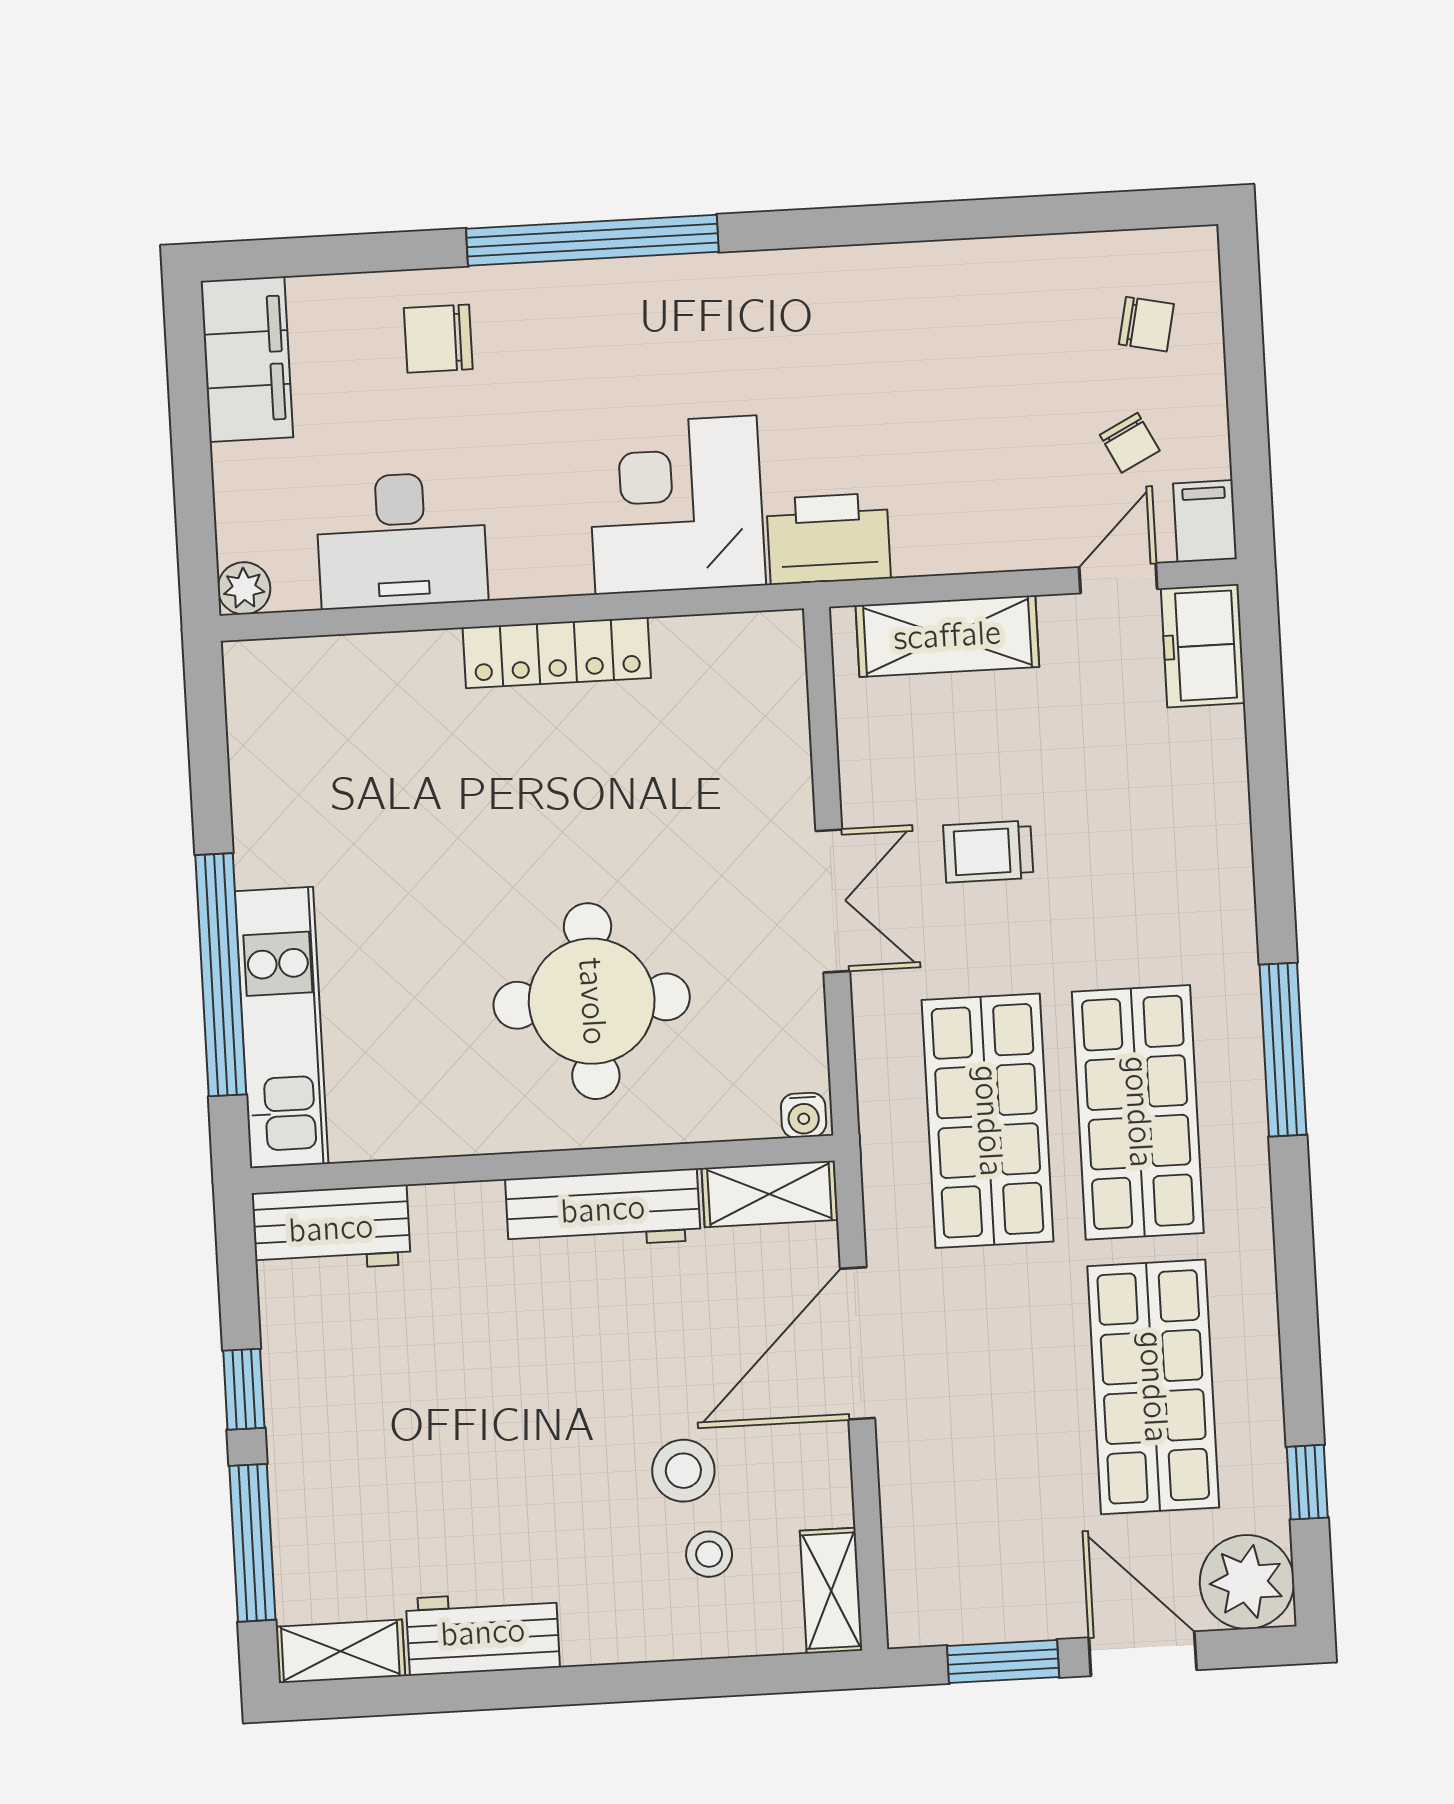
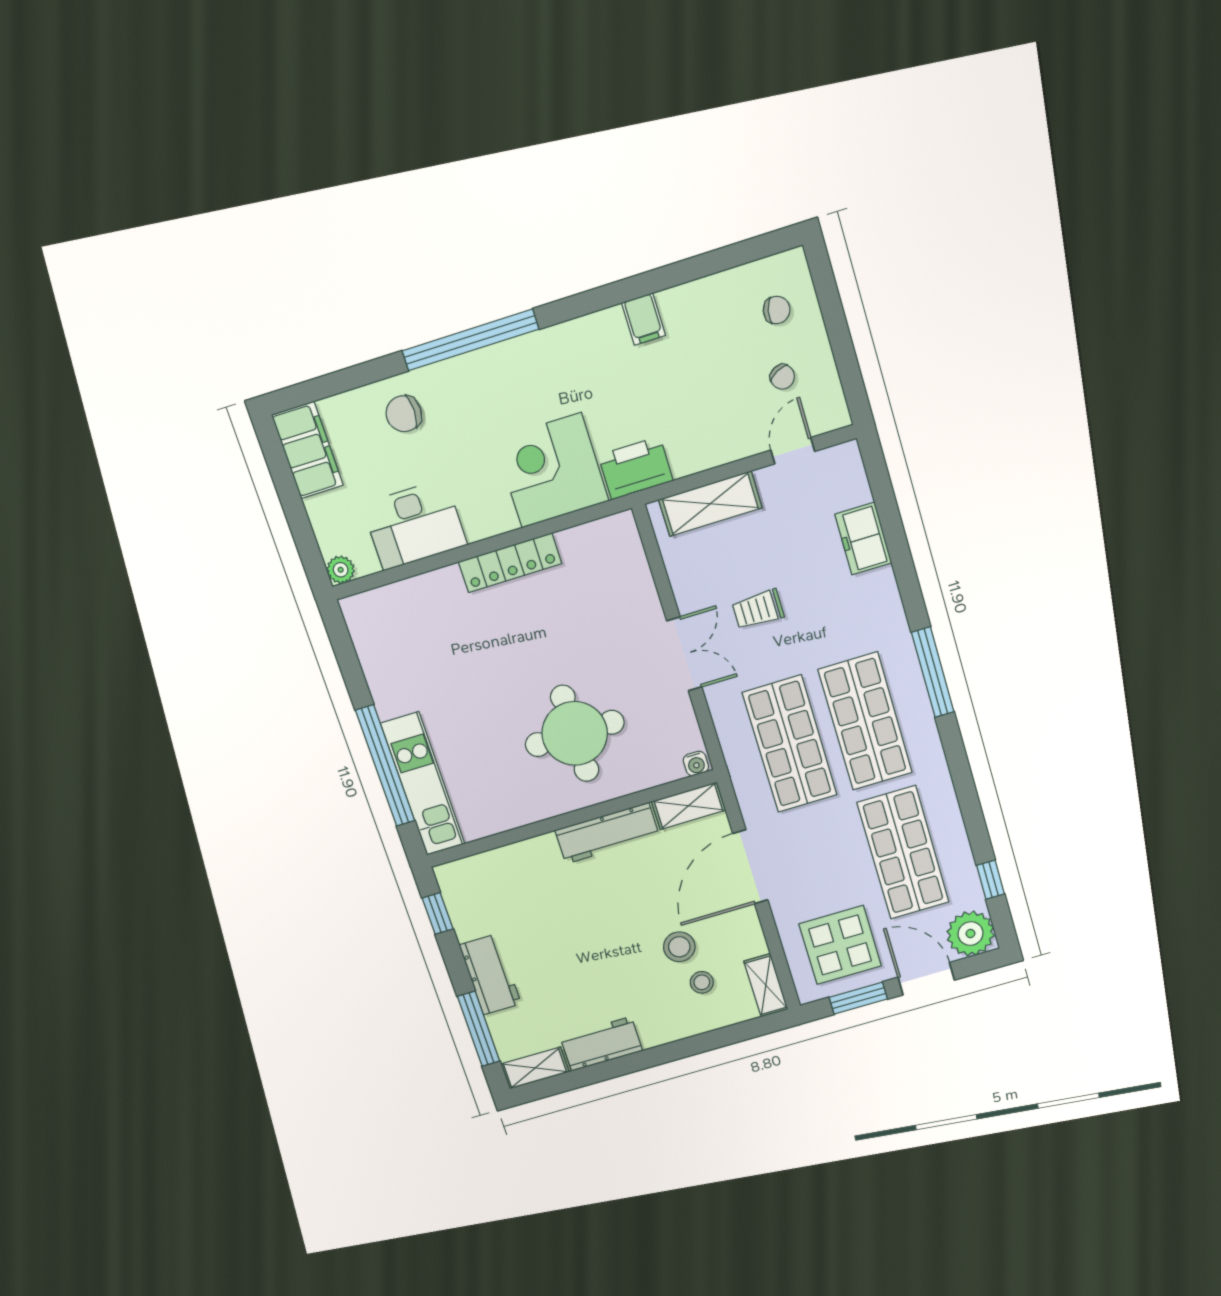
filing cabinet: (1205, 521) -> (644, 319), moved, turned 180
freezer: (1203, 646) -> (863, 539), moved
workbench: (331, 1229) -> (490, 974), moved, turned -90
window: (244, 1389) -> (438, 914), moved
display table: (993, 1543) -> (840, 945), added

